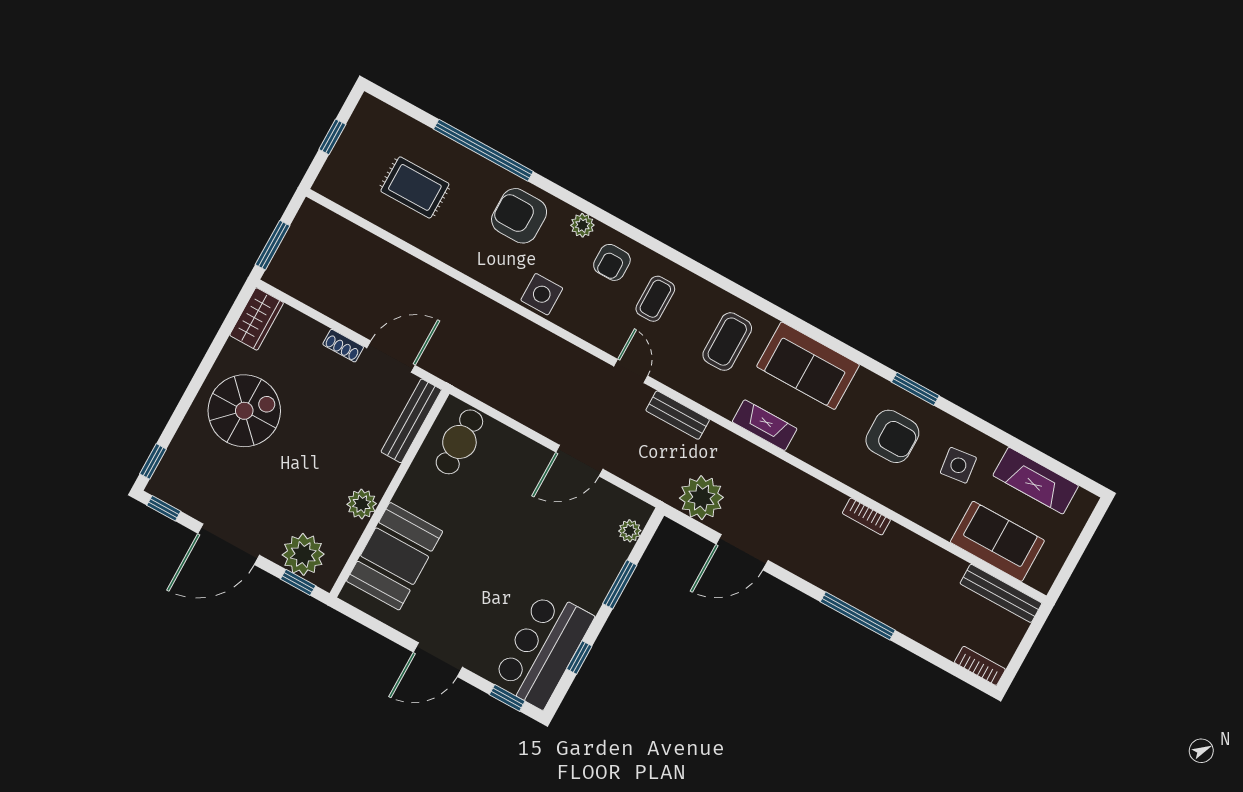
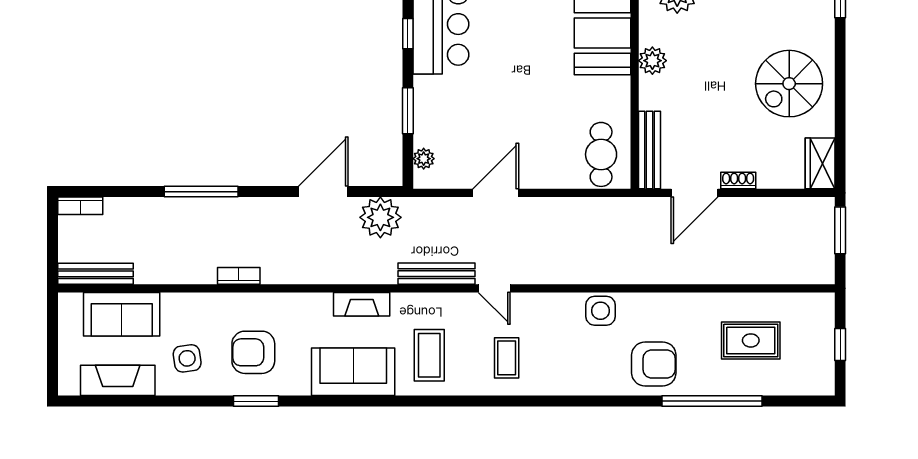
plant: (582, 225) -> (598, 385), removed
armchair: (612, 262) -> (558, 368), removed
bench: (678, 415) -> (437, 274), width x1.36

